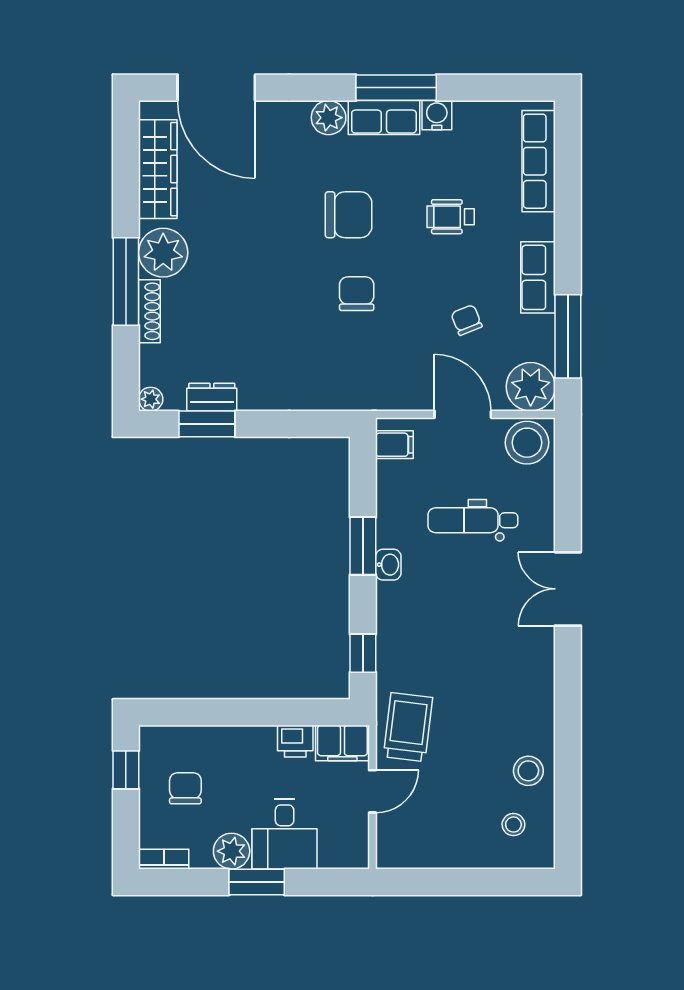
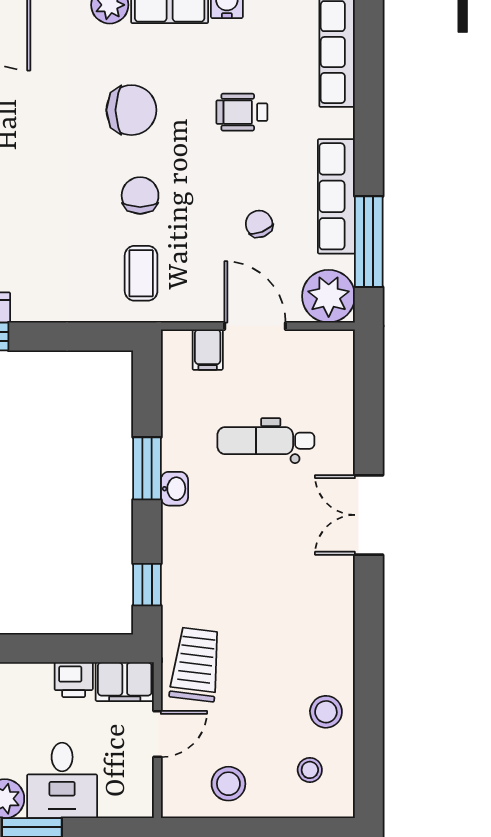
row of seats: (538, 277) -> (336, 196), width x1.48
coffee table: (358, 366) -> (141, 273), added
stool: (527, 443) -> (228, 784), moved, width x0.73, depth x0.73
filing cabinet: (394, 445) -> (208, 350), moved, turned 90

